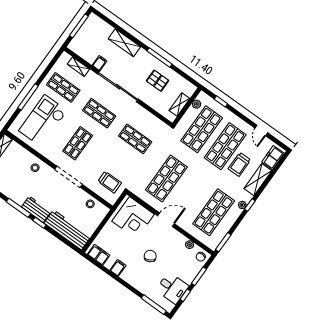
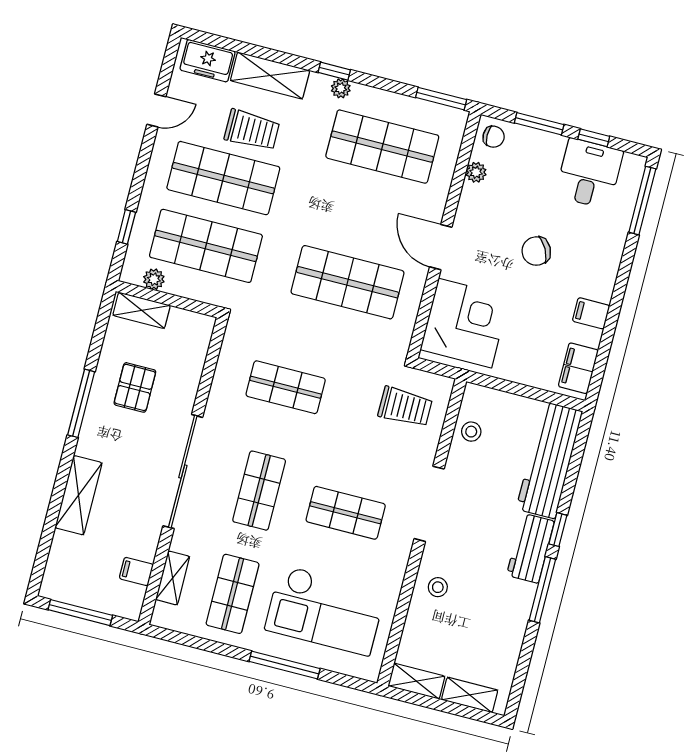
filing cabinet: (100, 63) -> (136, 571), moved
shelving: (179, 105) -> (142, 310), moved
shop shelf: (135, 139) -> (286, 387), turned 90
trolley: (110, 182) -> (405, 407), turned 90

